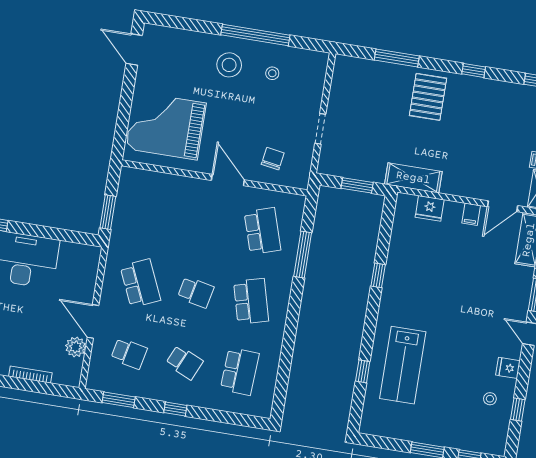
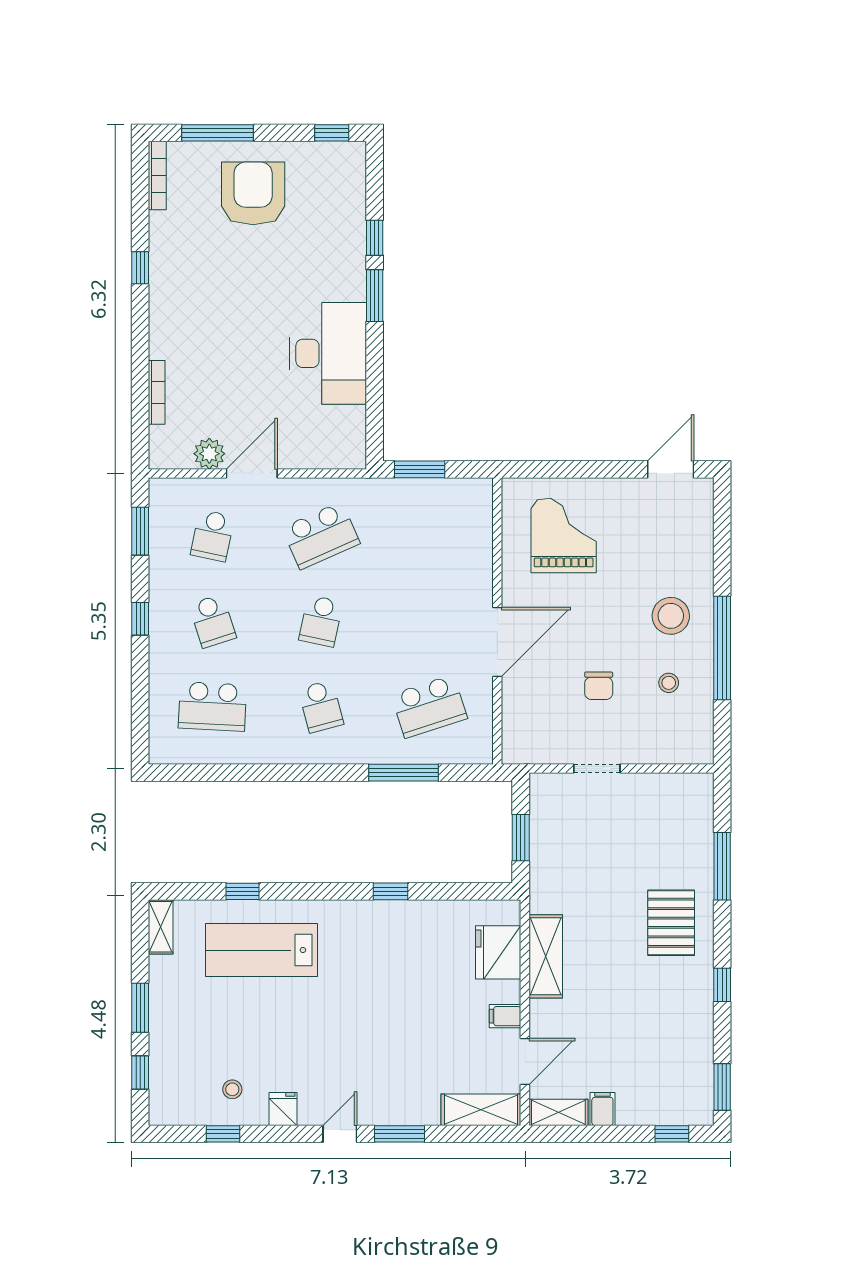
pallet: (428, 97) -> (671, 923), turned 90
grand piano: (166, 126) -> (564, 535), width x0.73, depth x0.68
chair: (273, 159) -> (599, 686), moved, turned 81
shelving: (413, 178) -> (546, 956), moved
door: (228, 180) -> (497, 642), width x1.36
door: (503, 206) -> (525, 1062), swing flipped
fridge: (430, 208) -> (498, 952), width x1.36, depth x1.34
school desk: (251, 301) -> (321, 706), width x0.54
school desk: (184, 362) -> (212, 621), turned -42
shelving: (377, 428) -> (161, 927), added

